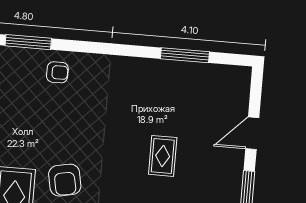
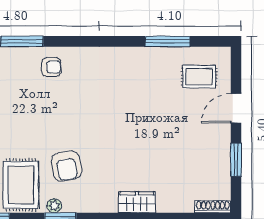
rug: (163, 156) -> (199, 77), moved, turned 90

